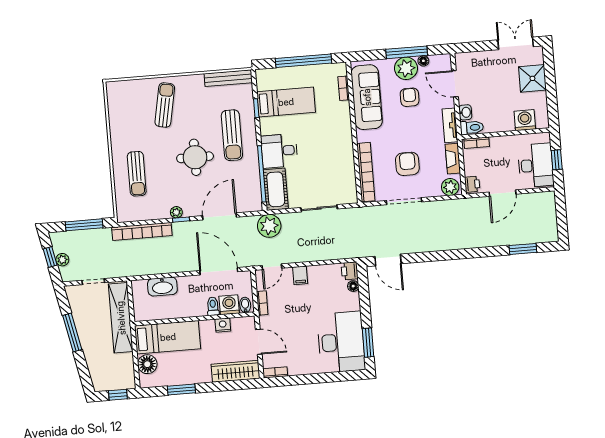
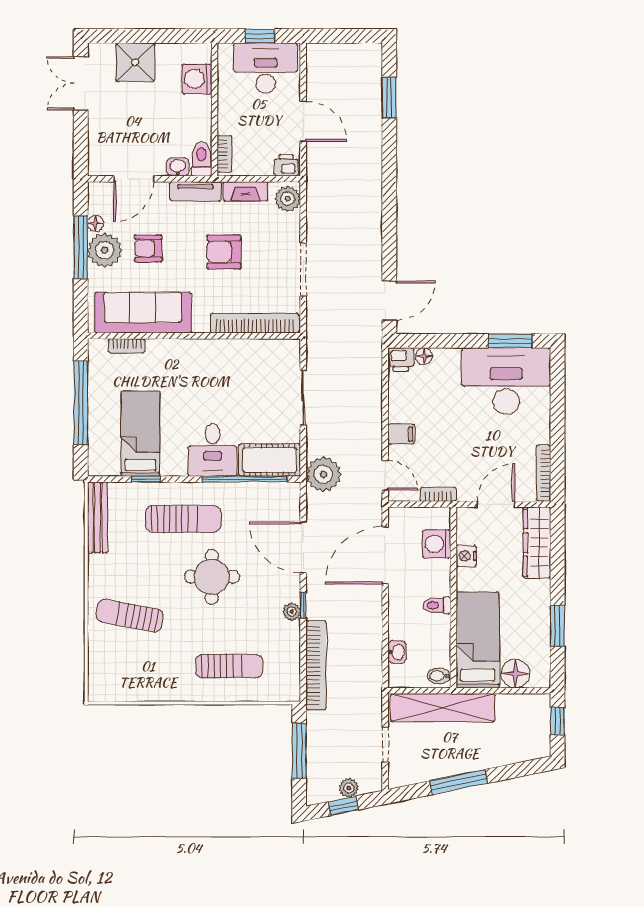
armchair: (407, 164) -> (224, 252), moved
washbasin: (162, 287) -> (397, 652), width x0.52, depth x0.69
bidet: (245, 305) -> (439, 676), moved
toilet: (213, 306) -> (437, 605), moved
bookcase: (275, 372) -> (543, 473), width x1.56

